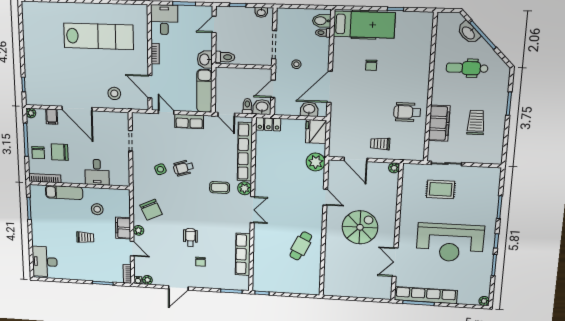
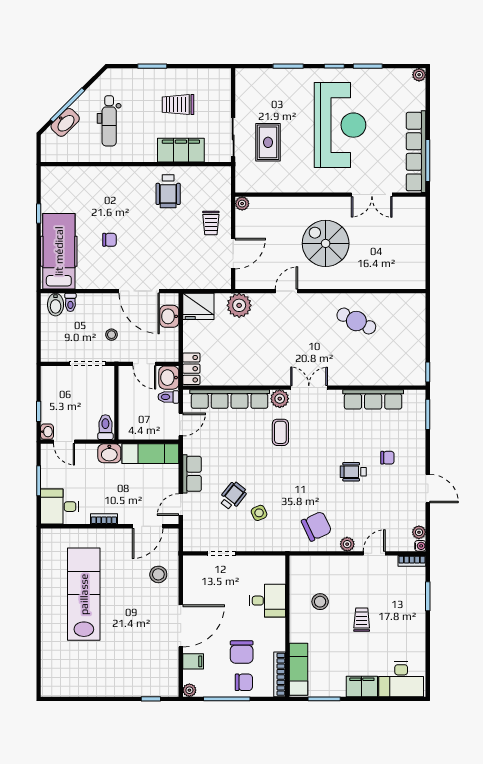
washbasin: (261, 12) -> (47, 432), moved
wheelchair: (183, 168) -> (233, 496), moved, turned -125
exam couch: (64, 192) -> (299, 669), moved
filing cabinet: (123, 228) -> (362, 686), moved, turned 180

